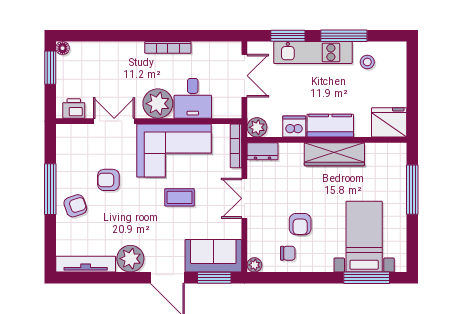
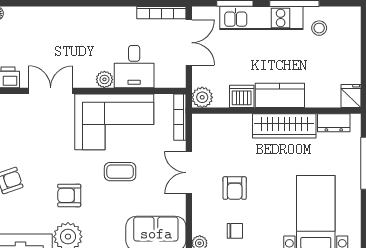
bookcase: (168, 47) -> (161, 13), moved
plant: (158, 104) -> (104, 79), width x0.53, depth x0.53
fridge: (389, 122) -> (351, 96), width x0.53, depth x0.75
dresser: (262, 151) -> (334, 123), moved
armchair: (108, 180) -> (69, 195), moved
armchair: (300, 224) -> (235, 188), moved

